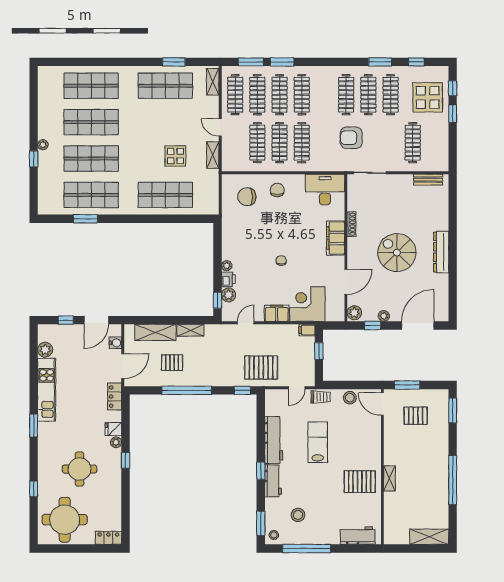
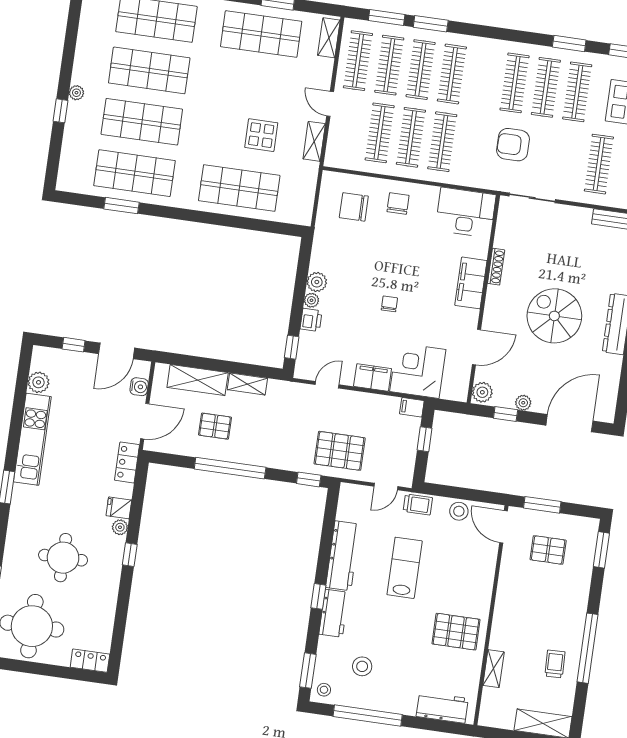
plant: (229, 295) -> (317, 282), moved
shelving: (389, 478) -> (494, 669), moved
trolley: (432, 494) -> (555, 664), added

